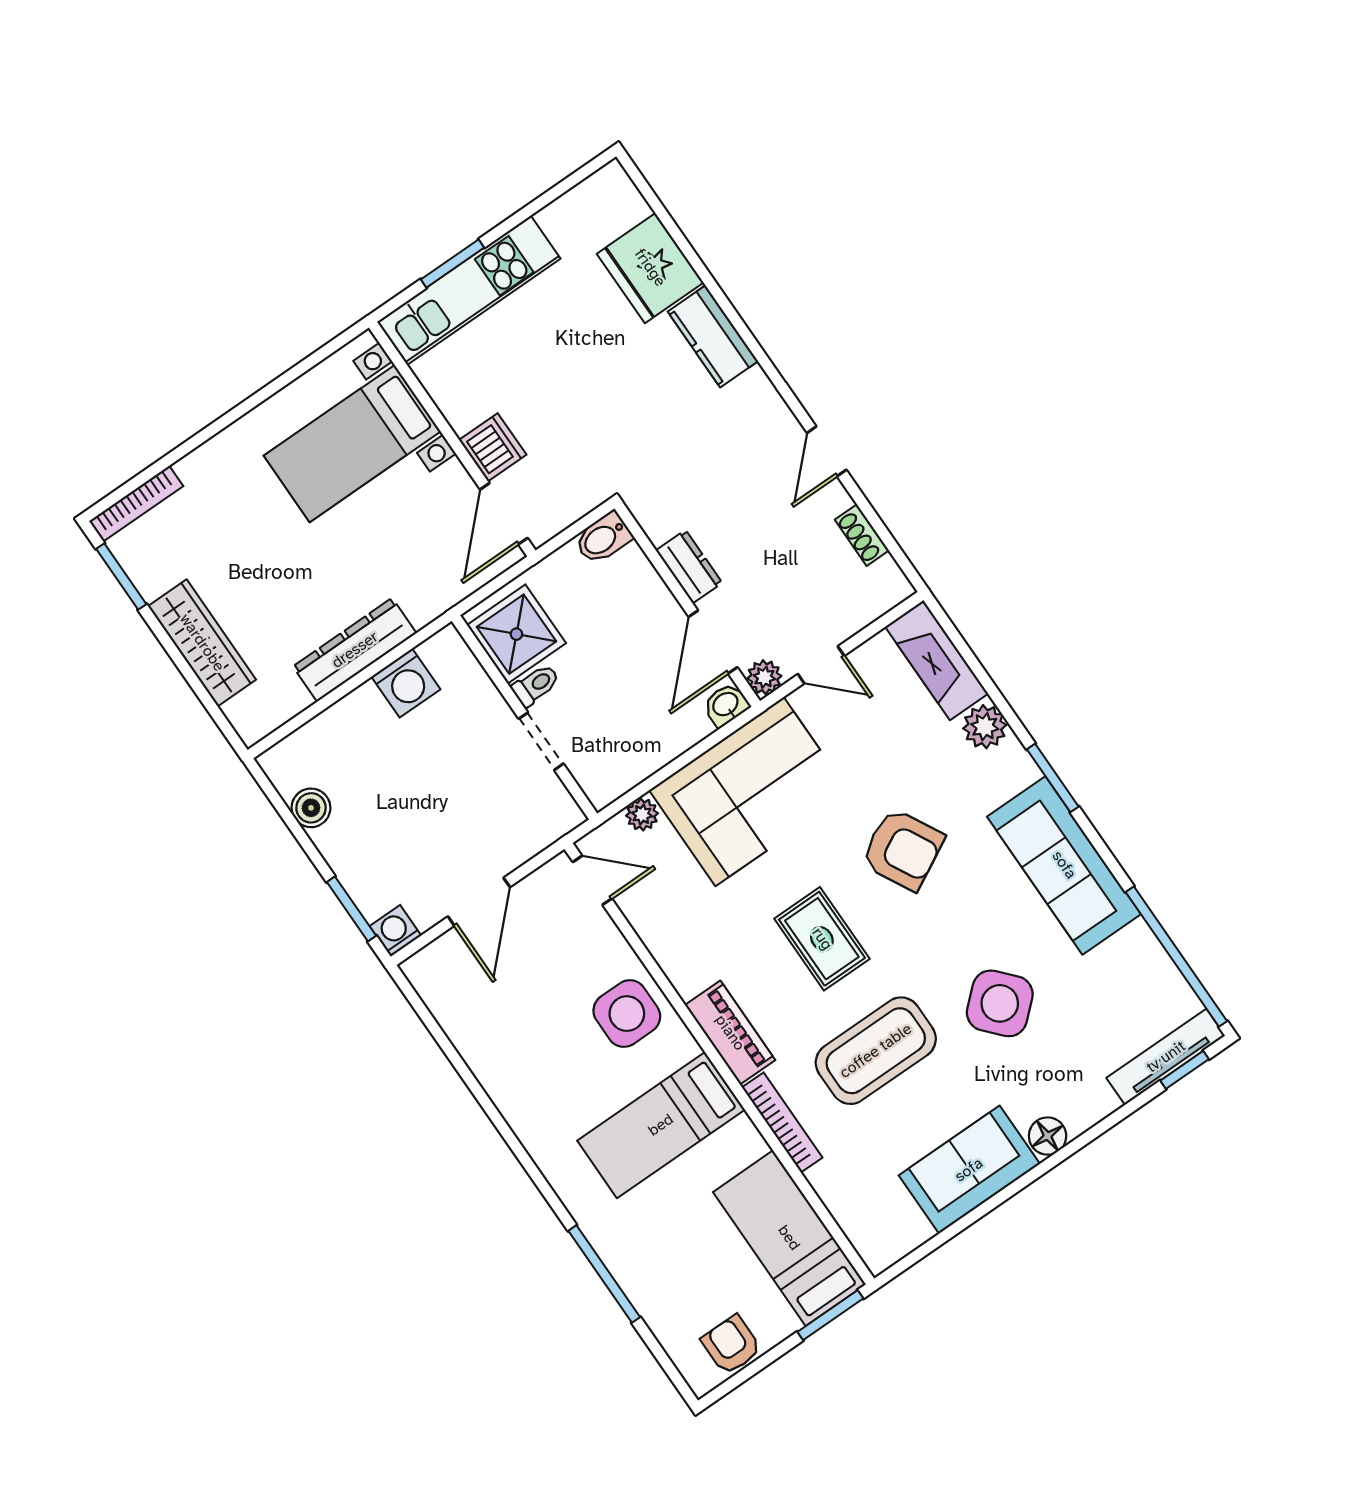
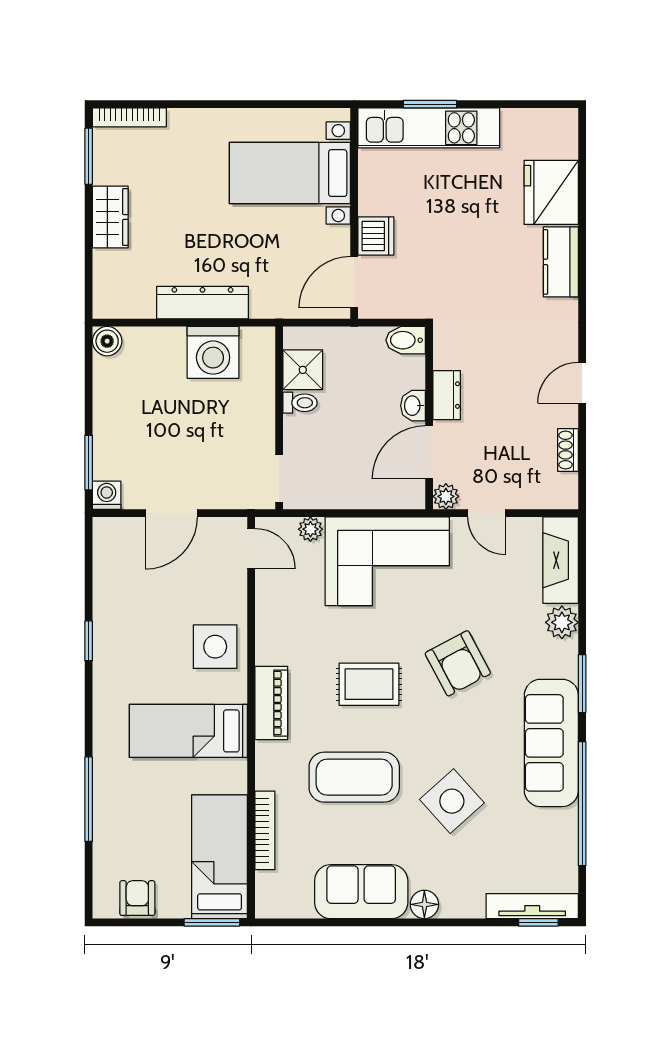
shower: (516, 634) -> (303, 370), width x0.73, depth x0.73
wardrobe: (202, 643) -> (110, 217), width x0.67
washing machine: (406, 683) -> (213, 352), width x1.37, depth x1.37
washbasin: (726, 705) -> (413, 406), moved, turned -90
doorway: (541, 741) -> (279, 479), moved
boiler: (311, 808) -> (107, 341), moved
rug: (822, 939) -> (369, 684), turned 90
window: (1176, 957) -> (582, 804), moved
window: (485, 1102) -> (89, 641), added
bookcase: (782, 1122) -> (265, 830), moved

